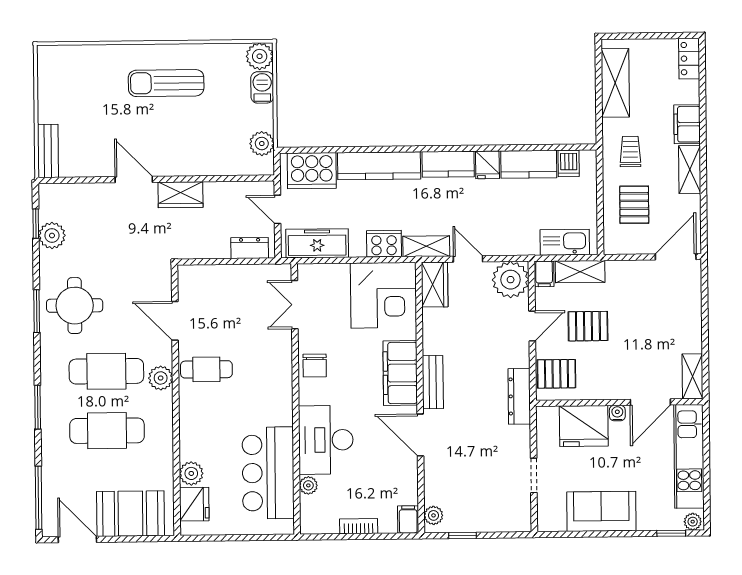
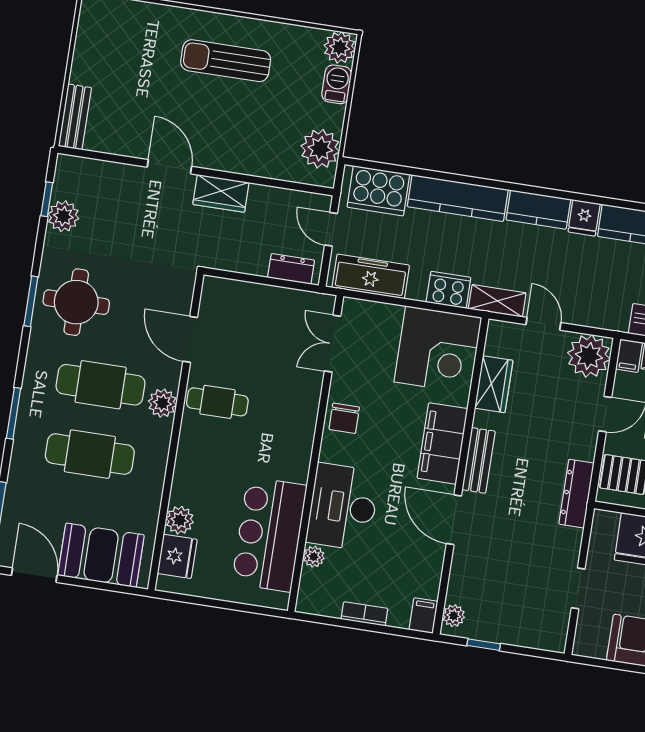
plant: (262, 144) -> (320, 149), width x1.36, depth x1.36
wardrobe: (435, 285) -> (494, 384), moved

